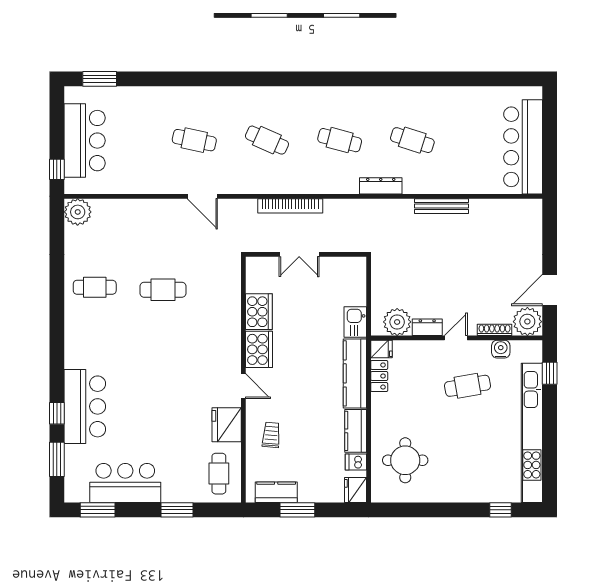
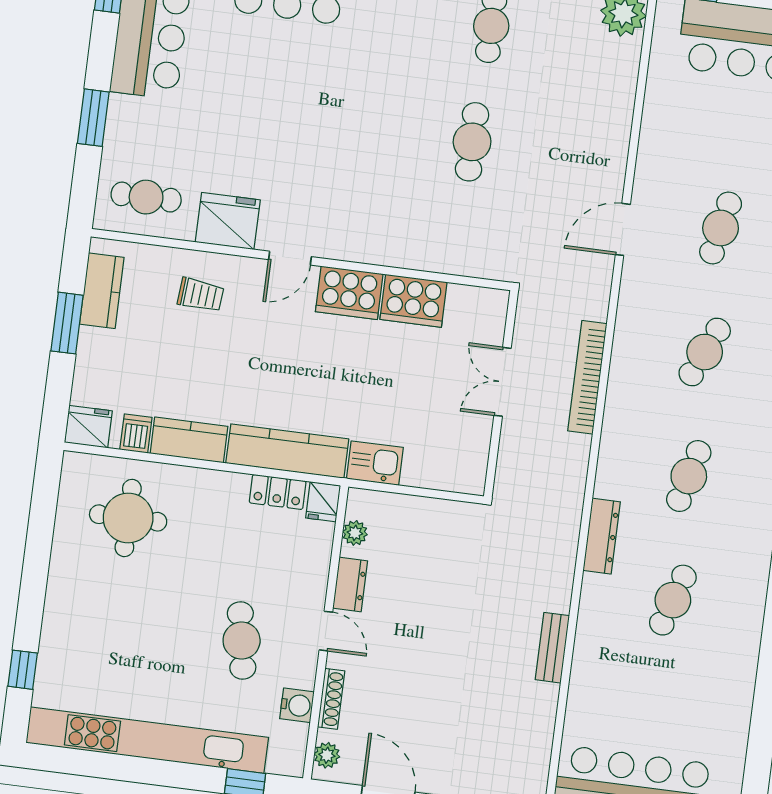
bench: (442, 206) -> (552, 648), width x0.73
plant: (397, 322) -> (355, 533), width x0.53, depth x0.53
plant: (527, 322) -> (327, 755), width x0.53, depth x0.53

